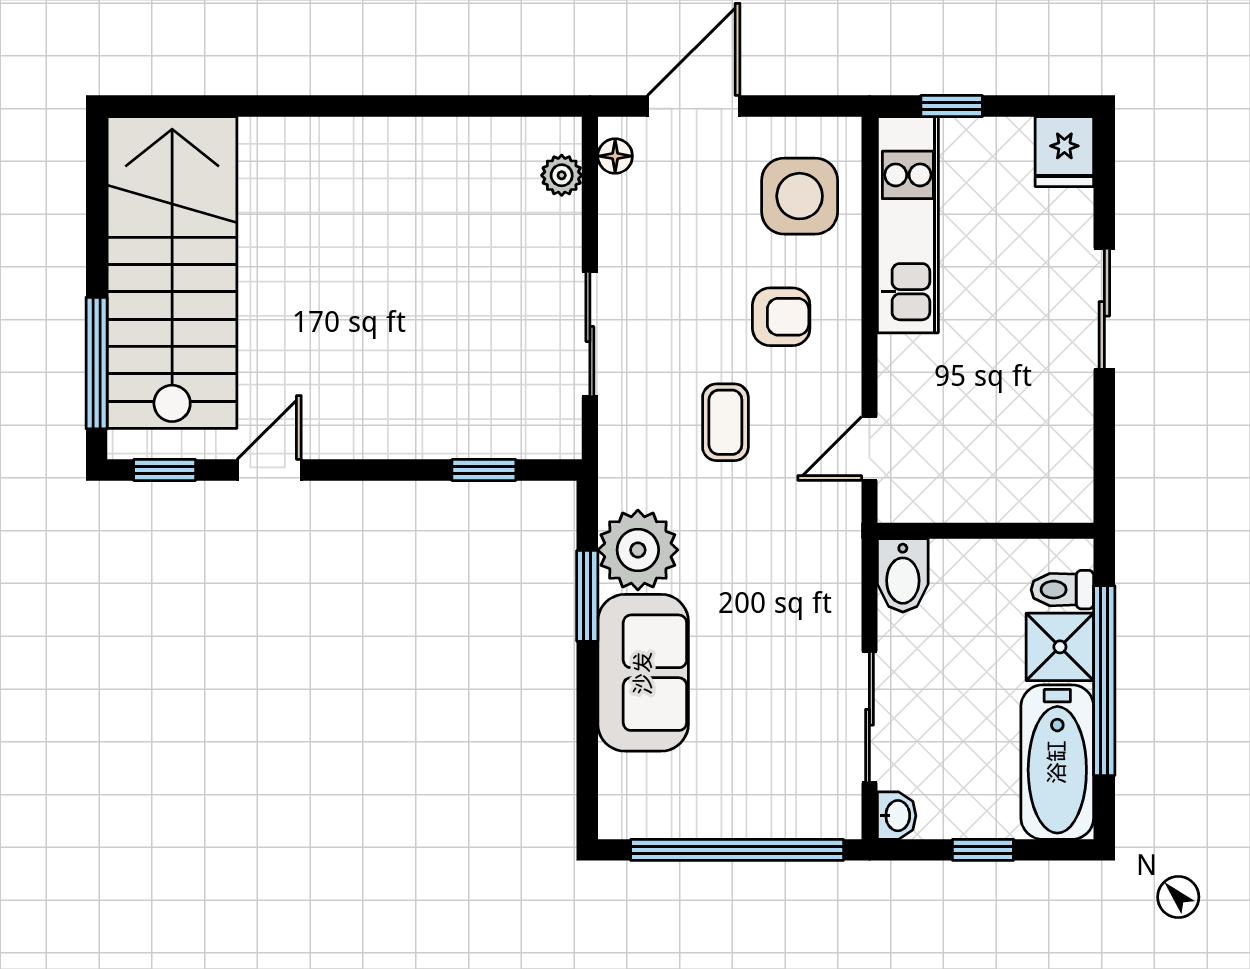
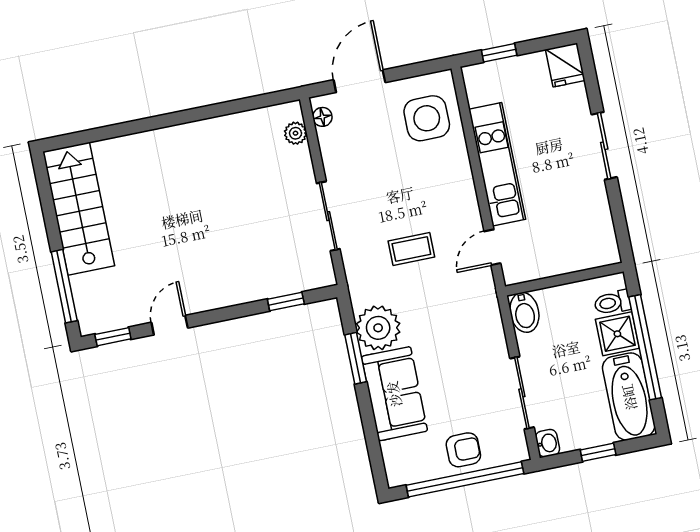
kitchen unit: (908, 225) -> (497, 164), moved
stairs: (172, 272) -> (79, 209), width x0.73, depth x0.66
armchair: (781, 317) -> (463, 450), moved
coffee table: (725, 422) -> (411, 249), turned 90

